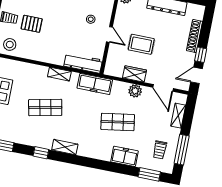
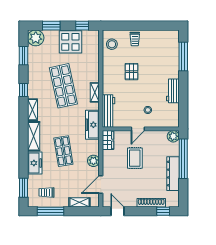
pallet: (32, 24) -> (131, 72), moved
window: (201, 55) -> (163, 211), moved
wardrobe: (135, 74) -> (108, 140), moved
shop shelf: (45, 107) -> (63, 86), width x1.43, depth x1.36
shelving: (95, 152) -> (34, 136), added

